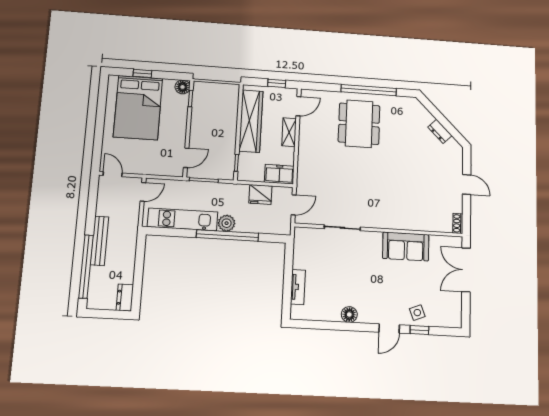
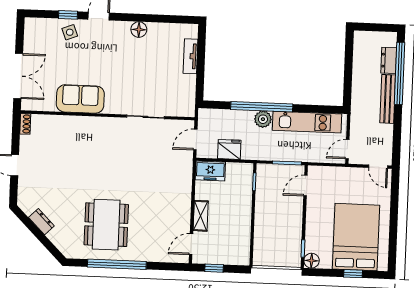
wardrobe: (251, 121) -> (240, 226), removed
dining table: (359, 124) -> (106, 225), moved
dresser: (125, 297) -> (389, 60), moved, turned 180

